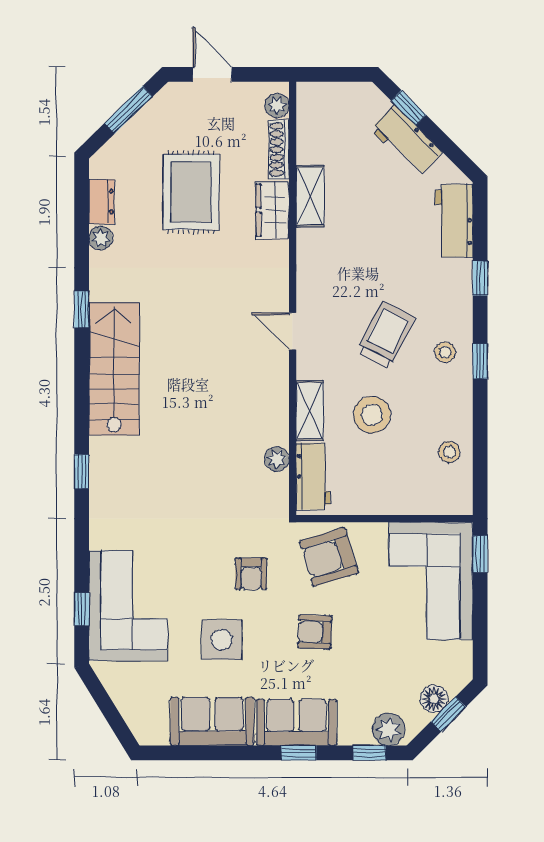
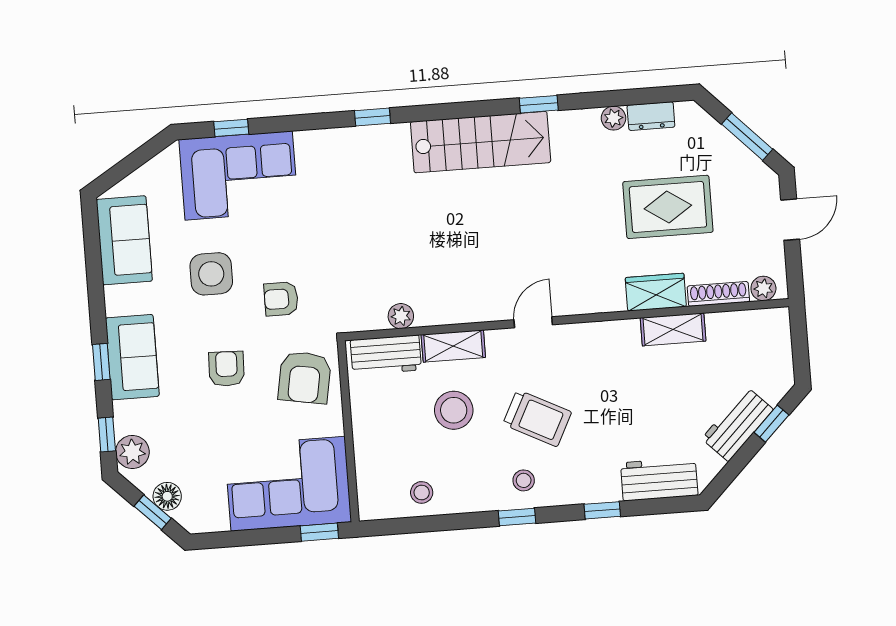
armchair: (329, 557) -> (305, 377), turned -153
sofa: (212, 721) -> (124, 240), moved

